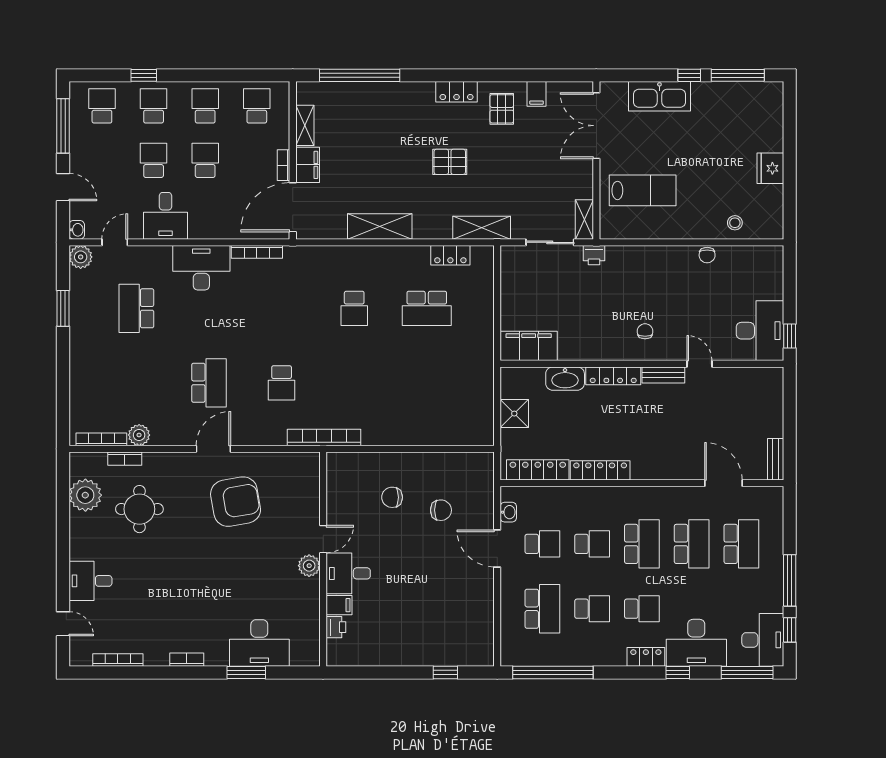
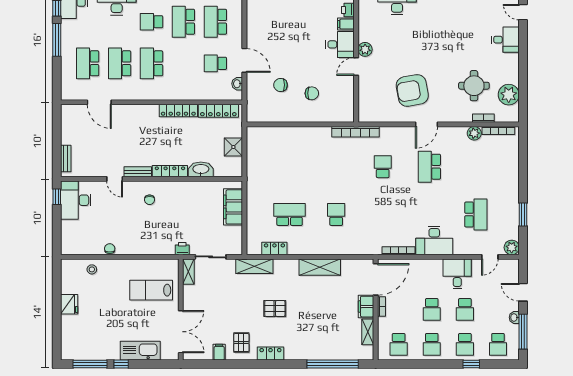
washbasin: (77, 230) -> (514, 317), moved
filing cabinet: (529, 346) -> (233, 207), moved, turned 90
bench: (776, 459) -> (66, 159), moved
school desk: (592, 544) -> (183, 63), removed
school desk: (592, 609) -> (183, 22), width x1.85

